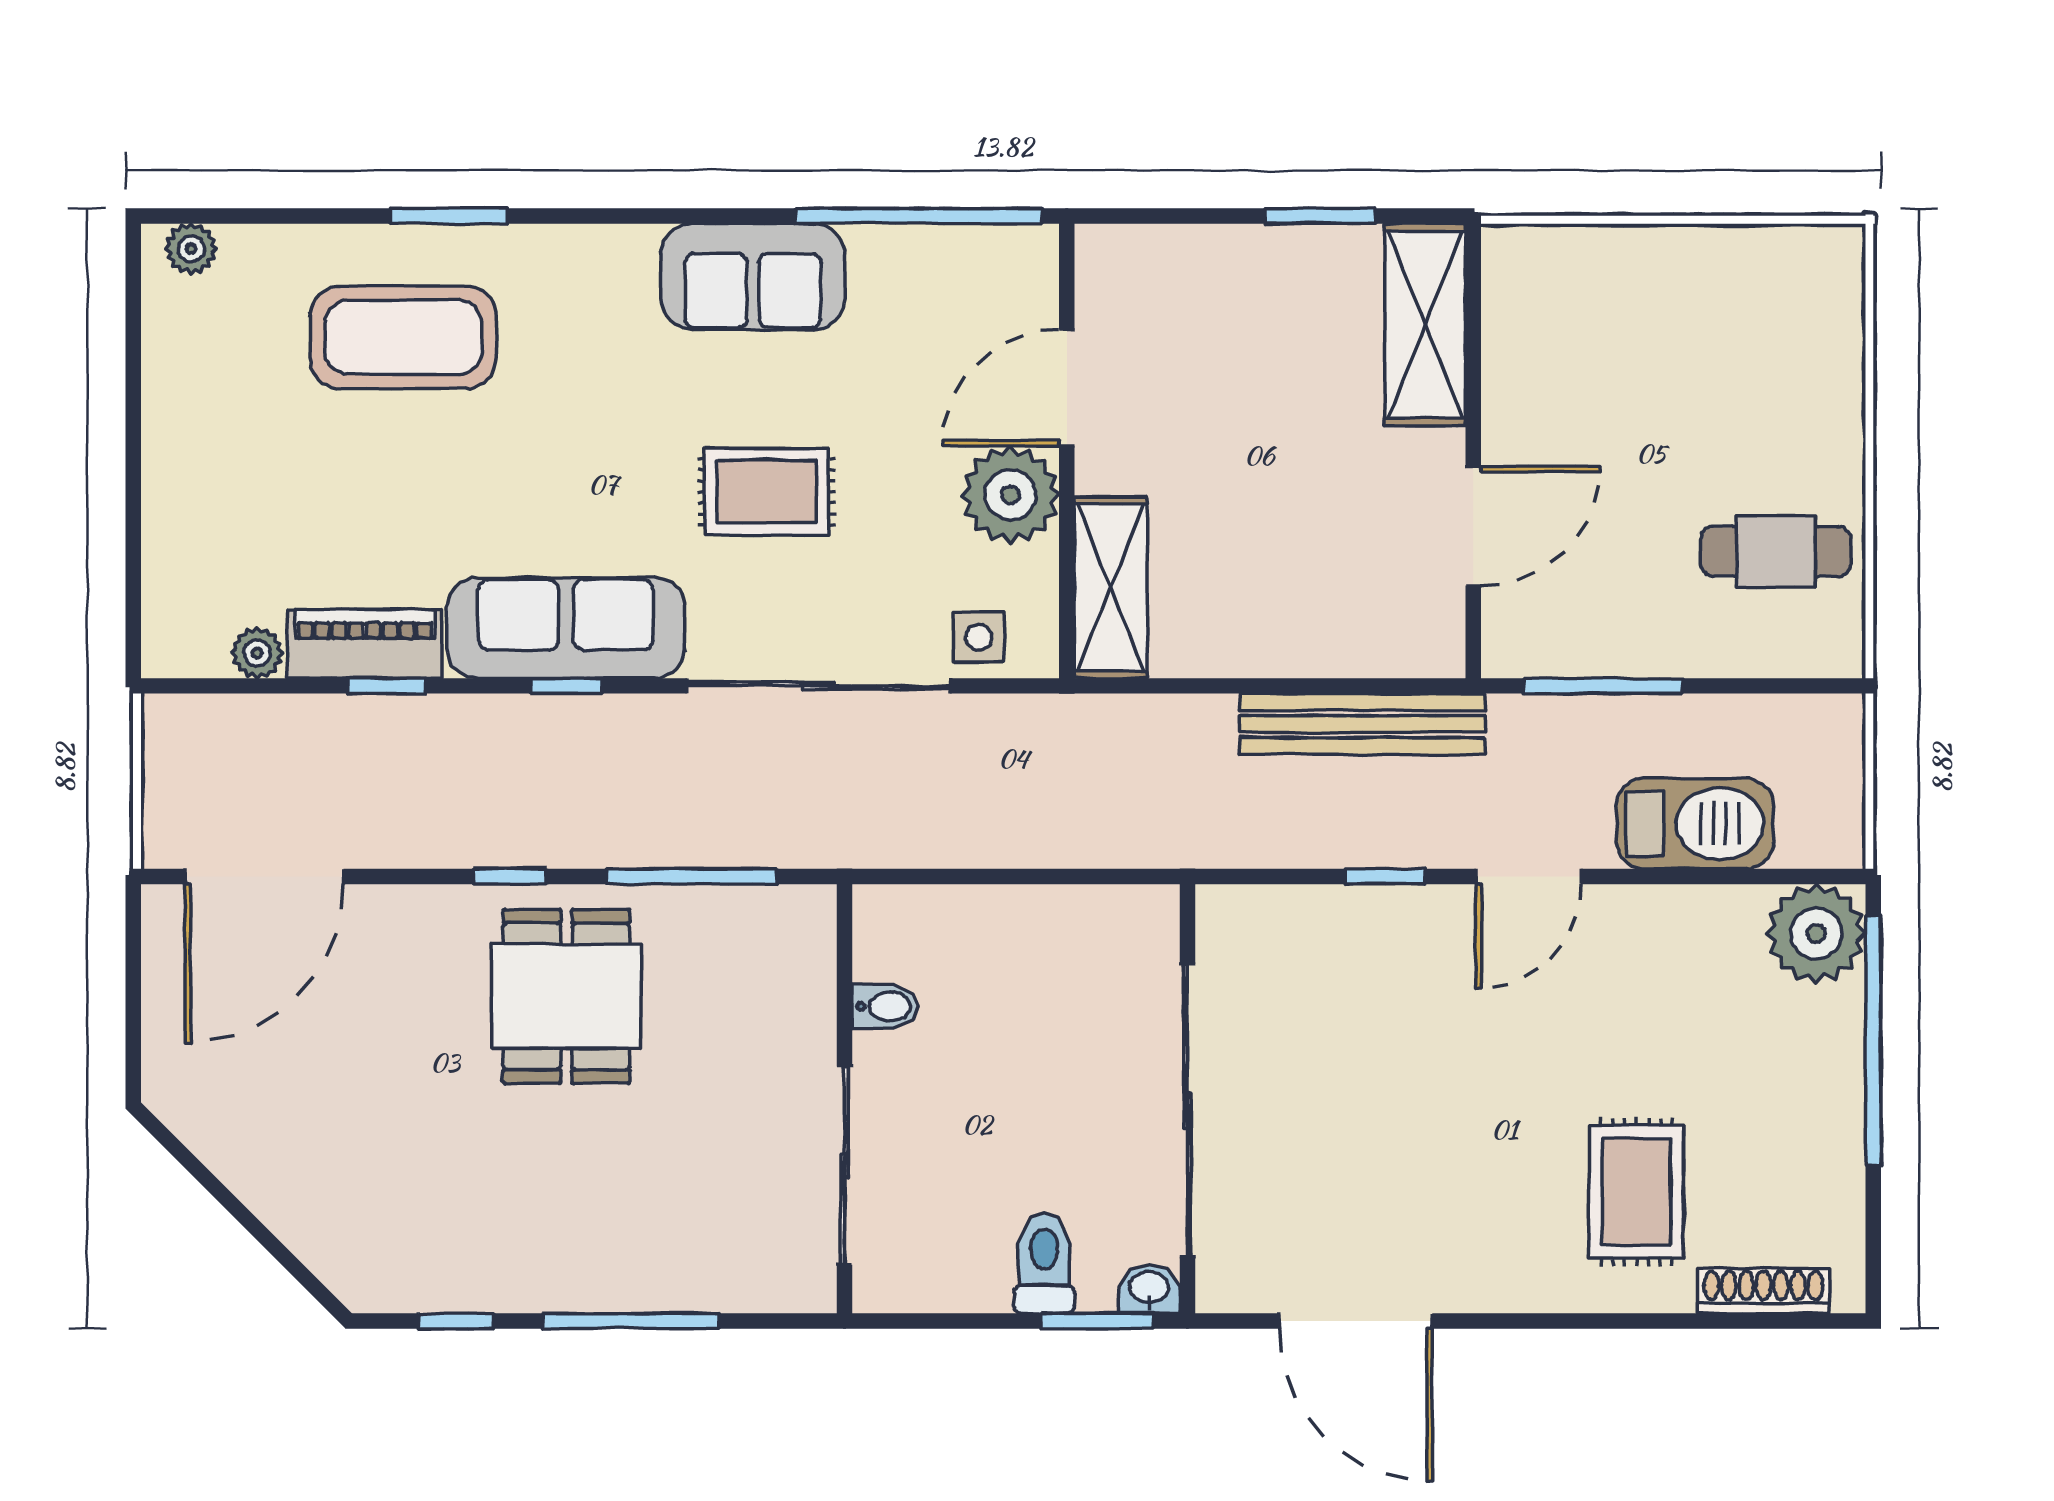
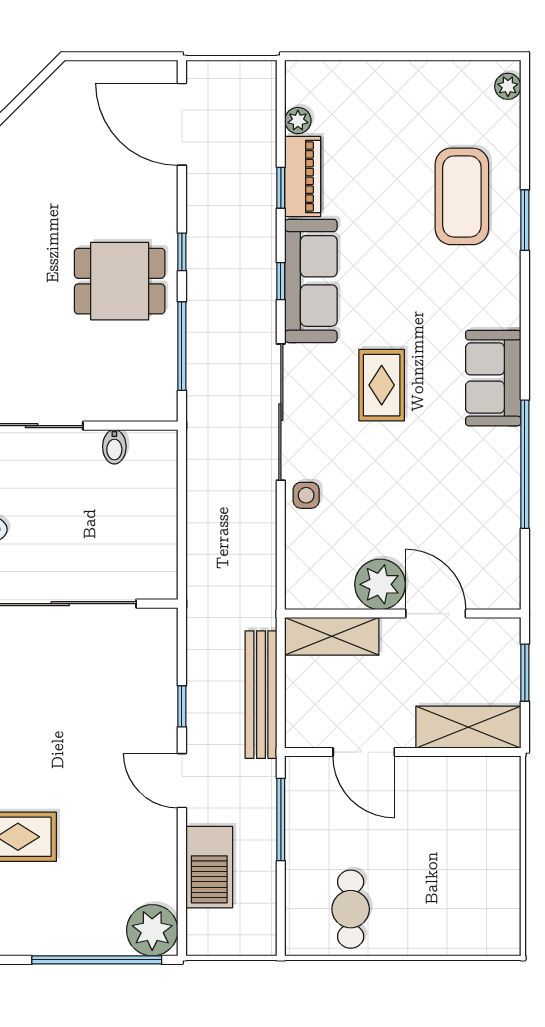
door: (1067, 388) -> (436, 614), moved
wall: (1067, 451) -> (403, 614), moved
plant: (1010, 495) -> (380, 584), moved
shelving: (1111, 588) -> (332, 636), moved

